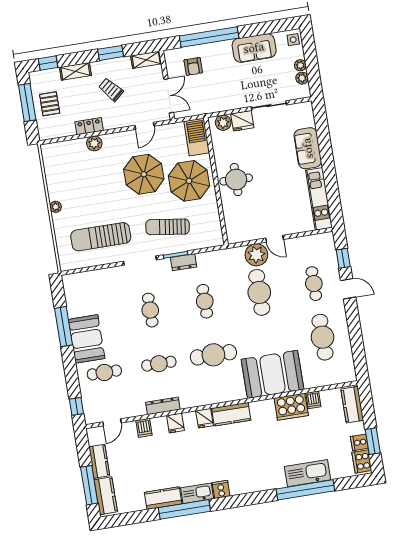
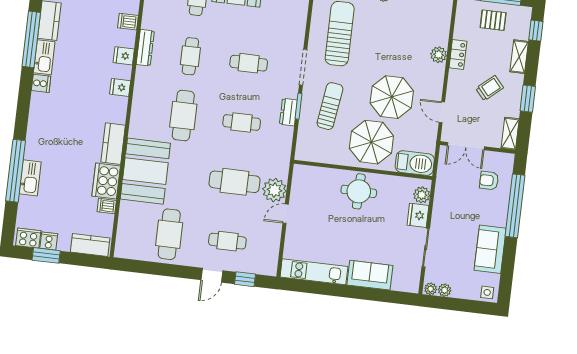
plant: (300, 65) -> (431, 289), moved
cafe table: (322, 337) -> (169, 234), turned 90
kitchen counter: (231, 414) -> (113, 144), moved
kitchen sink: (308, 473) -> (30, 178), width x0.73, depth x0.81

